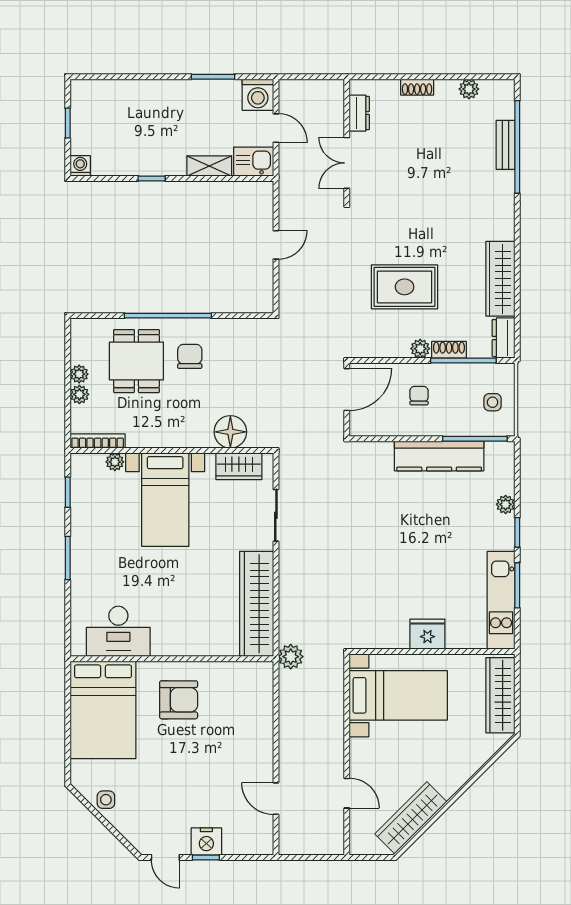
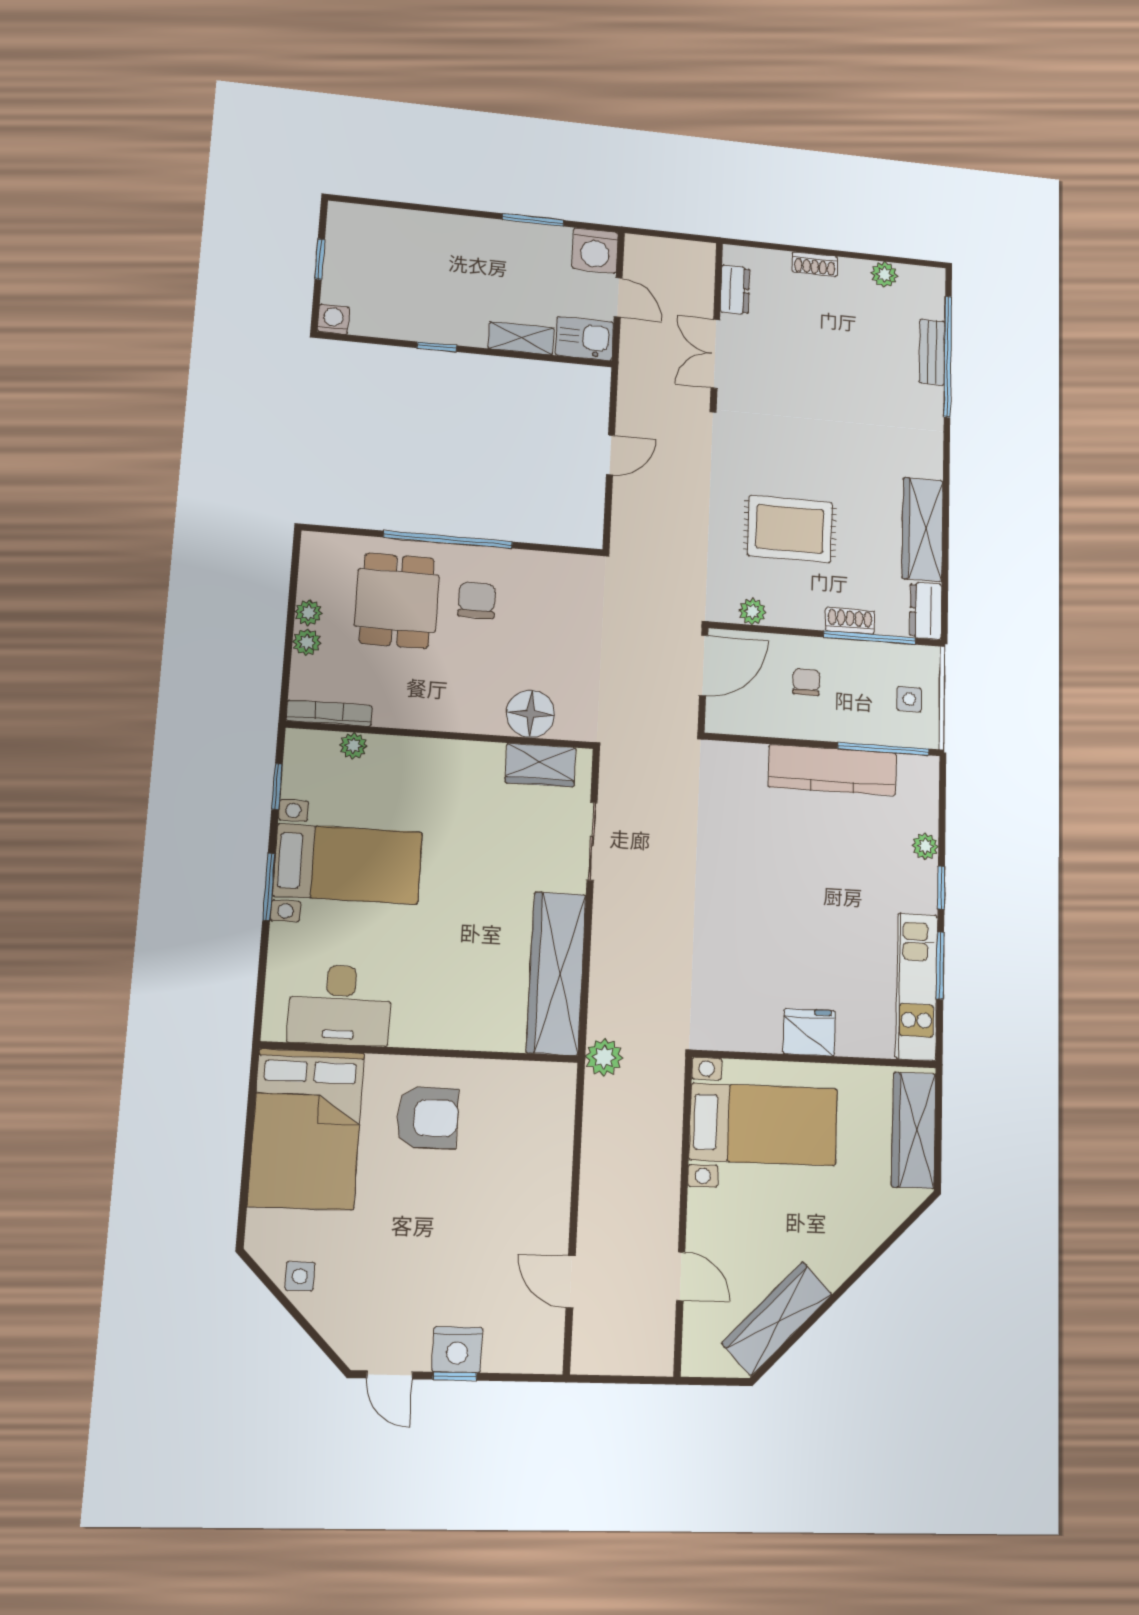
plant: (420, 349) -> (752, 611), moved
bed with nightstands: (165, 500) -> (348, 864), moved, turned -90

